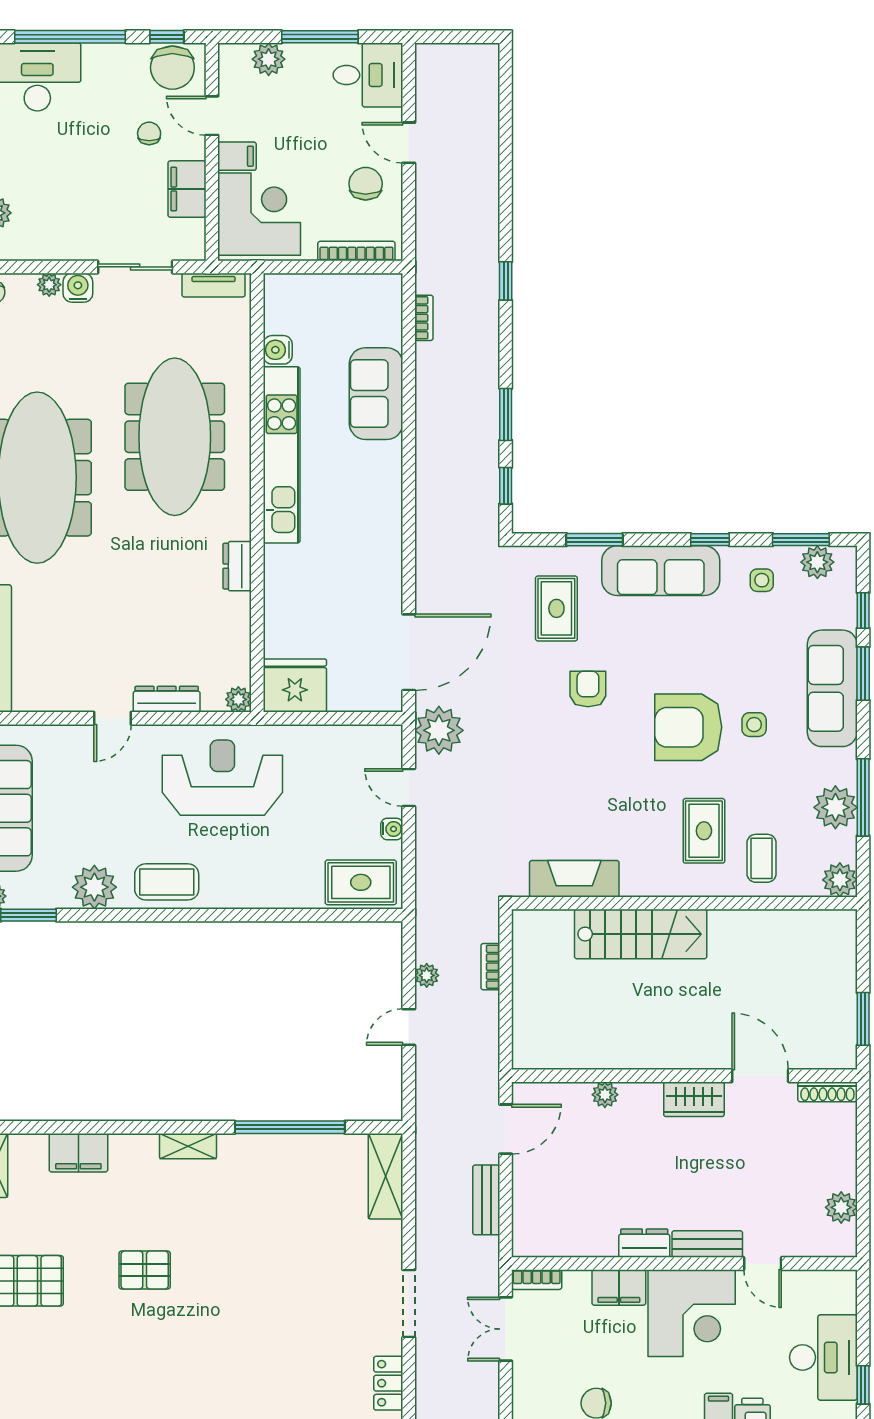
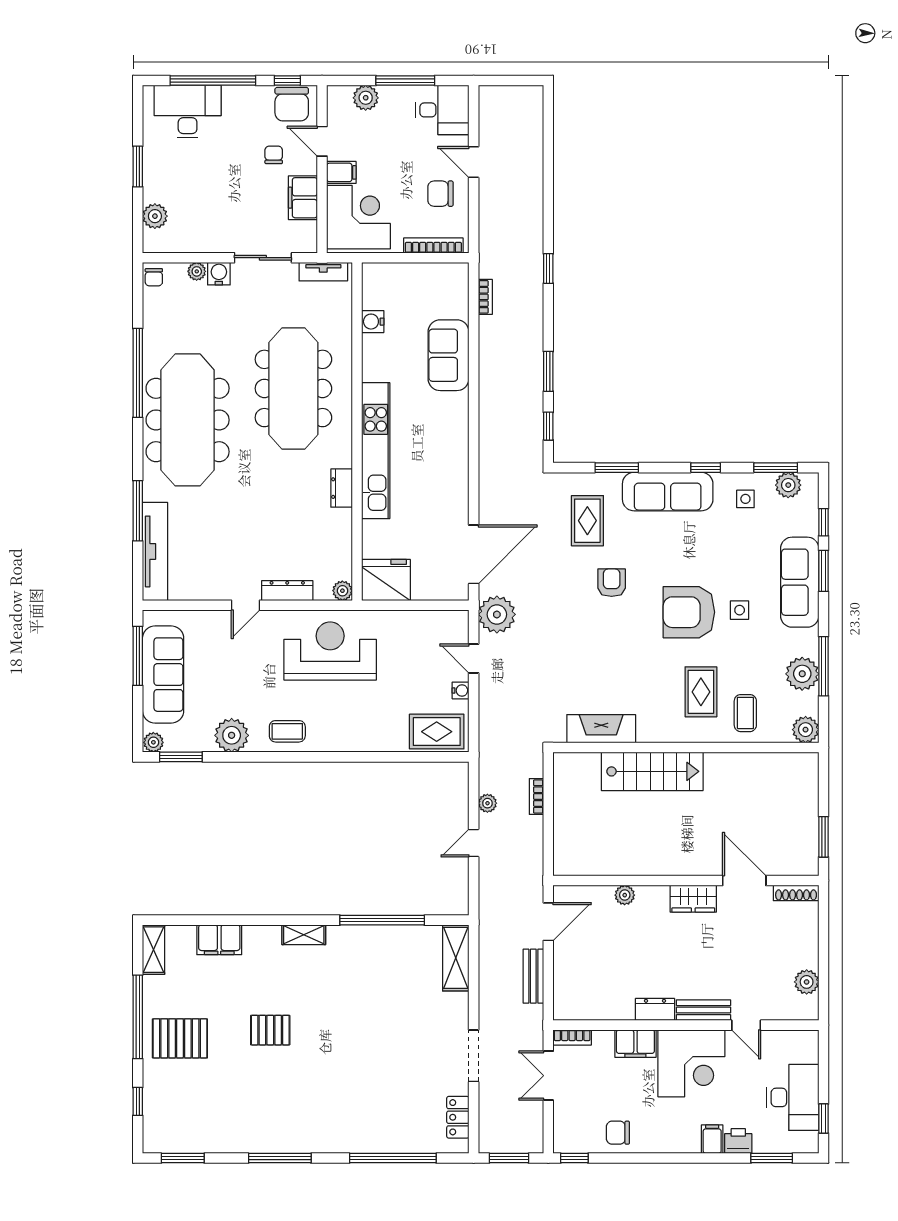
chair: (366, 184) -> (440, 194), turned -90
kitchen unit: (282, 455) -> (376, 451), moved
coffee table: (167, 882) -> (287, 731), width x0.73, depth x0.77

